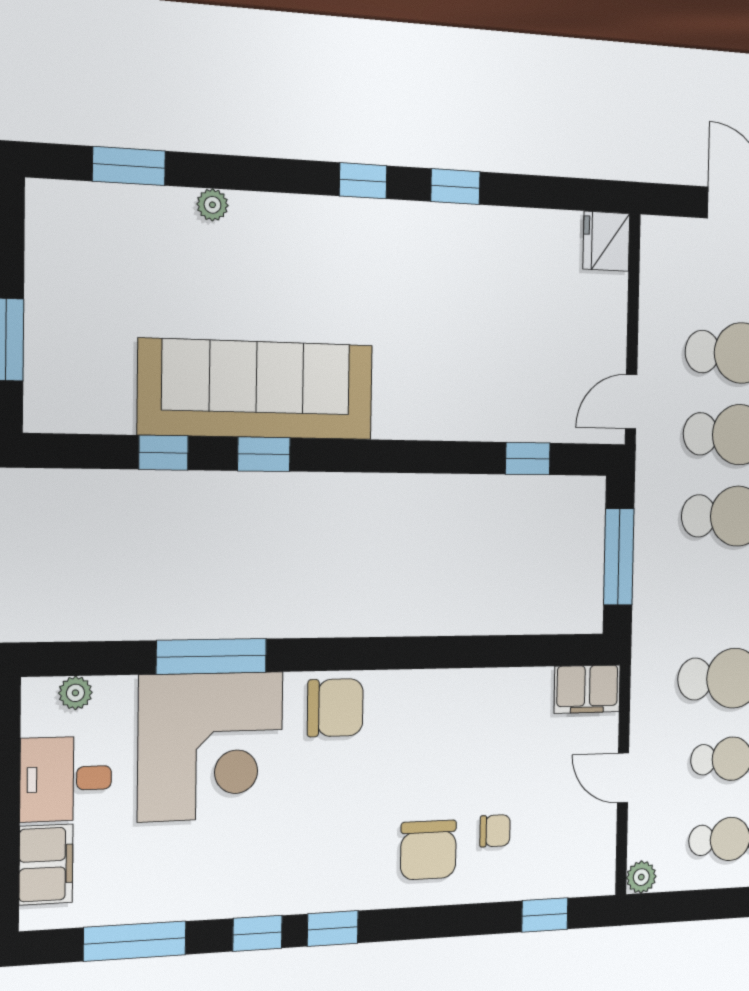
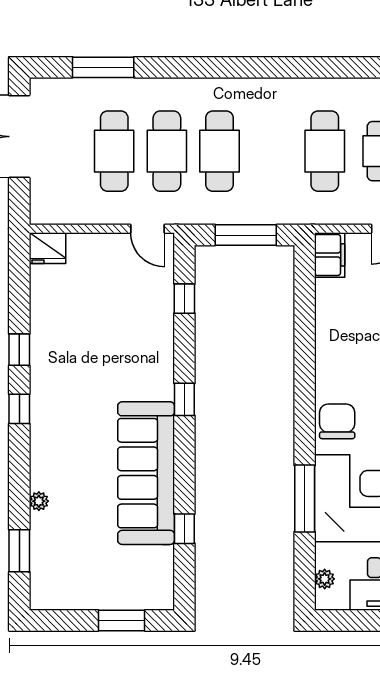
window: (264, 454) -> (184, 399), moved

